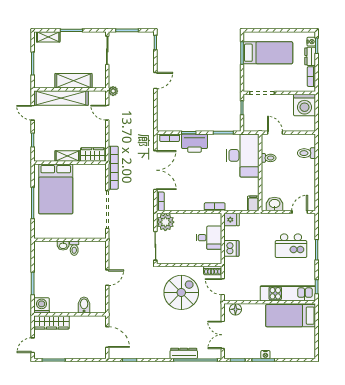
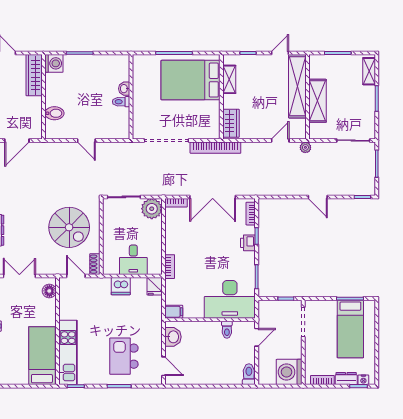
printer: (194, 143) -> (248, 243), width x0.53, depth x0.68
toilet: (306, 153) -> (249, 374), moved
shelving: (67, 156) -> (229, 79), moved
door: (223, 287) -> (76, 276), hinge flipped

